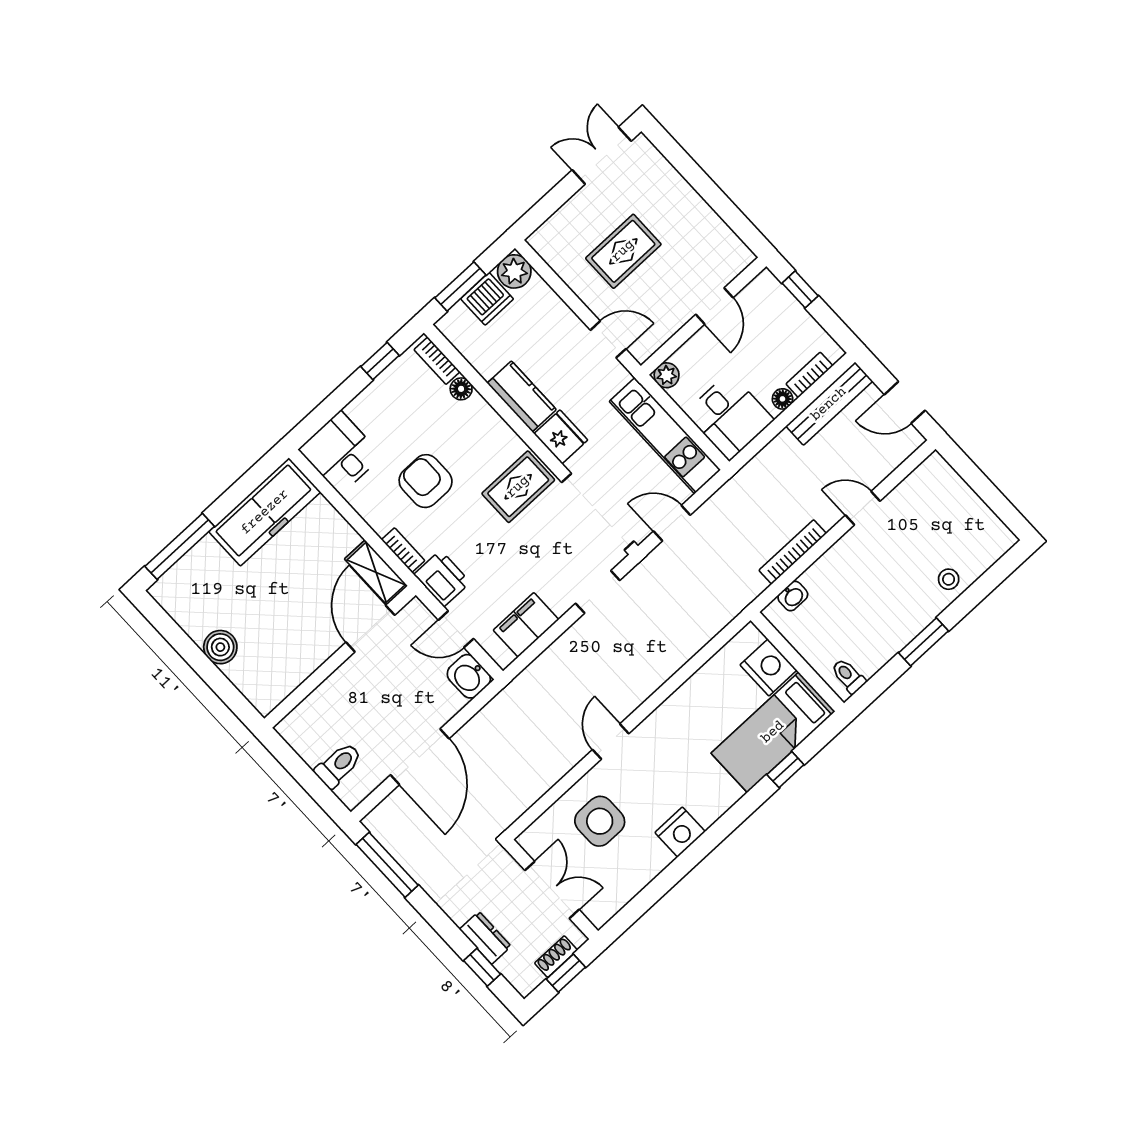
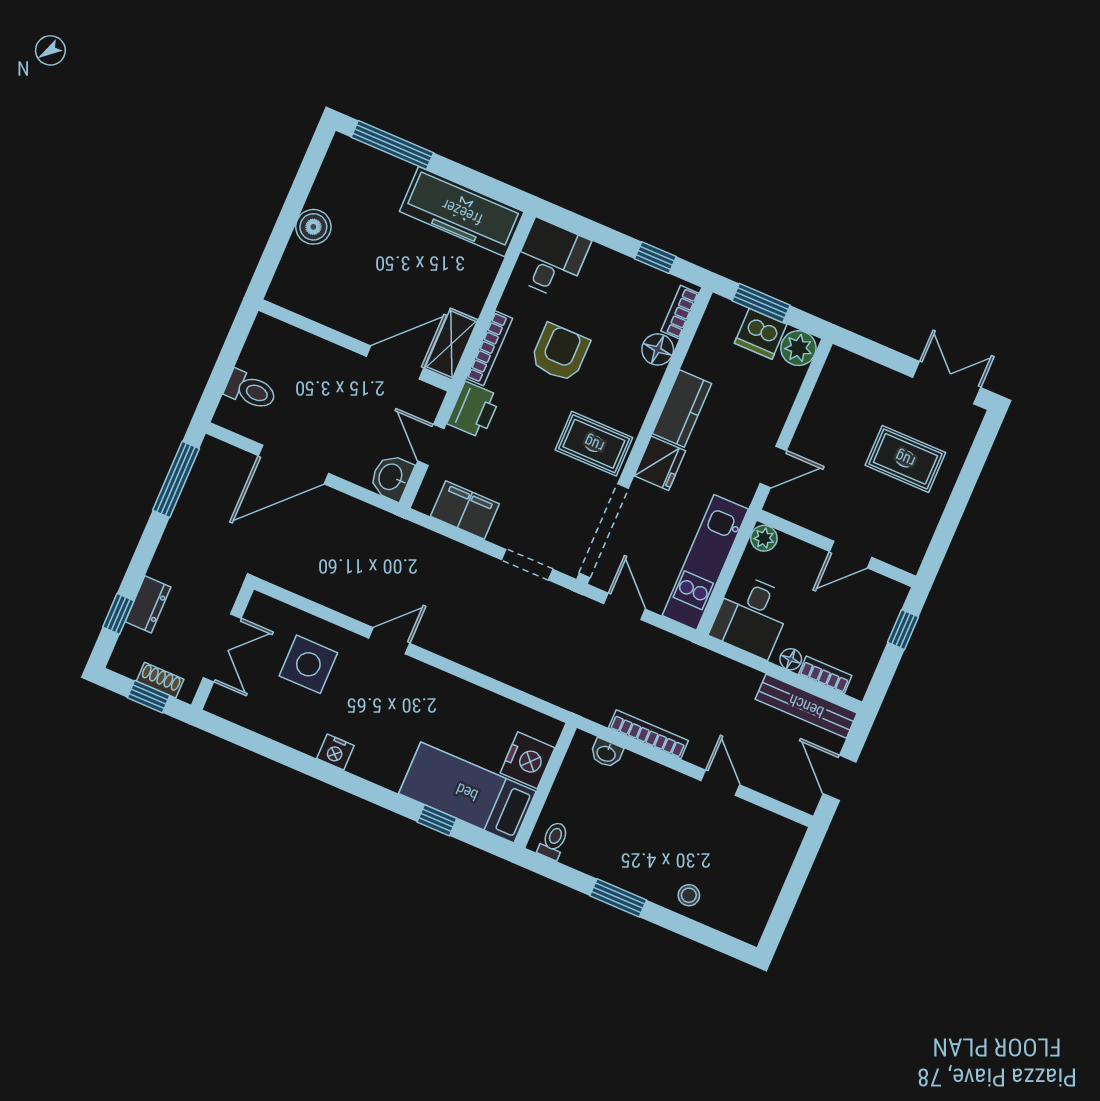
rug: (623, 251) -> (905, 459), moved
door: (608, 339) -> (773, 467), hinge flipped
floor lamp: (461, 389) -> (658, 350), width x1.37, depth x1.37
bookcase: (403, 550) -> (489, 348), width x1.56
nightstand: (680, 832) -> (335, 752), width x0.74, depth x0.75

